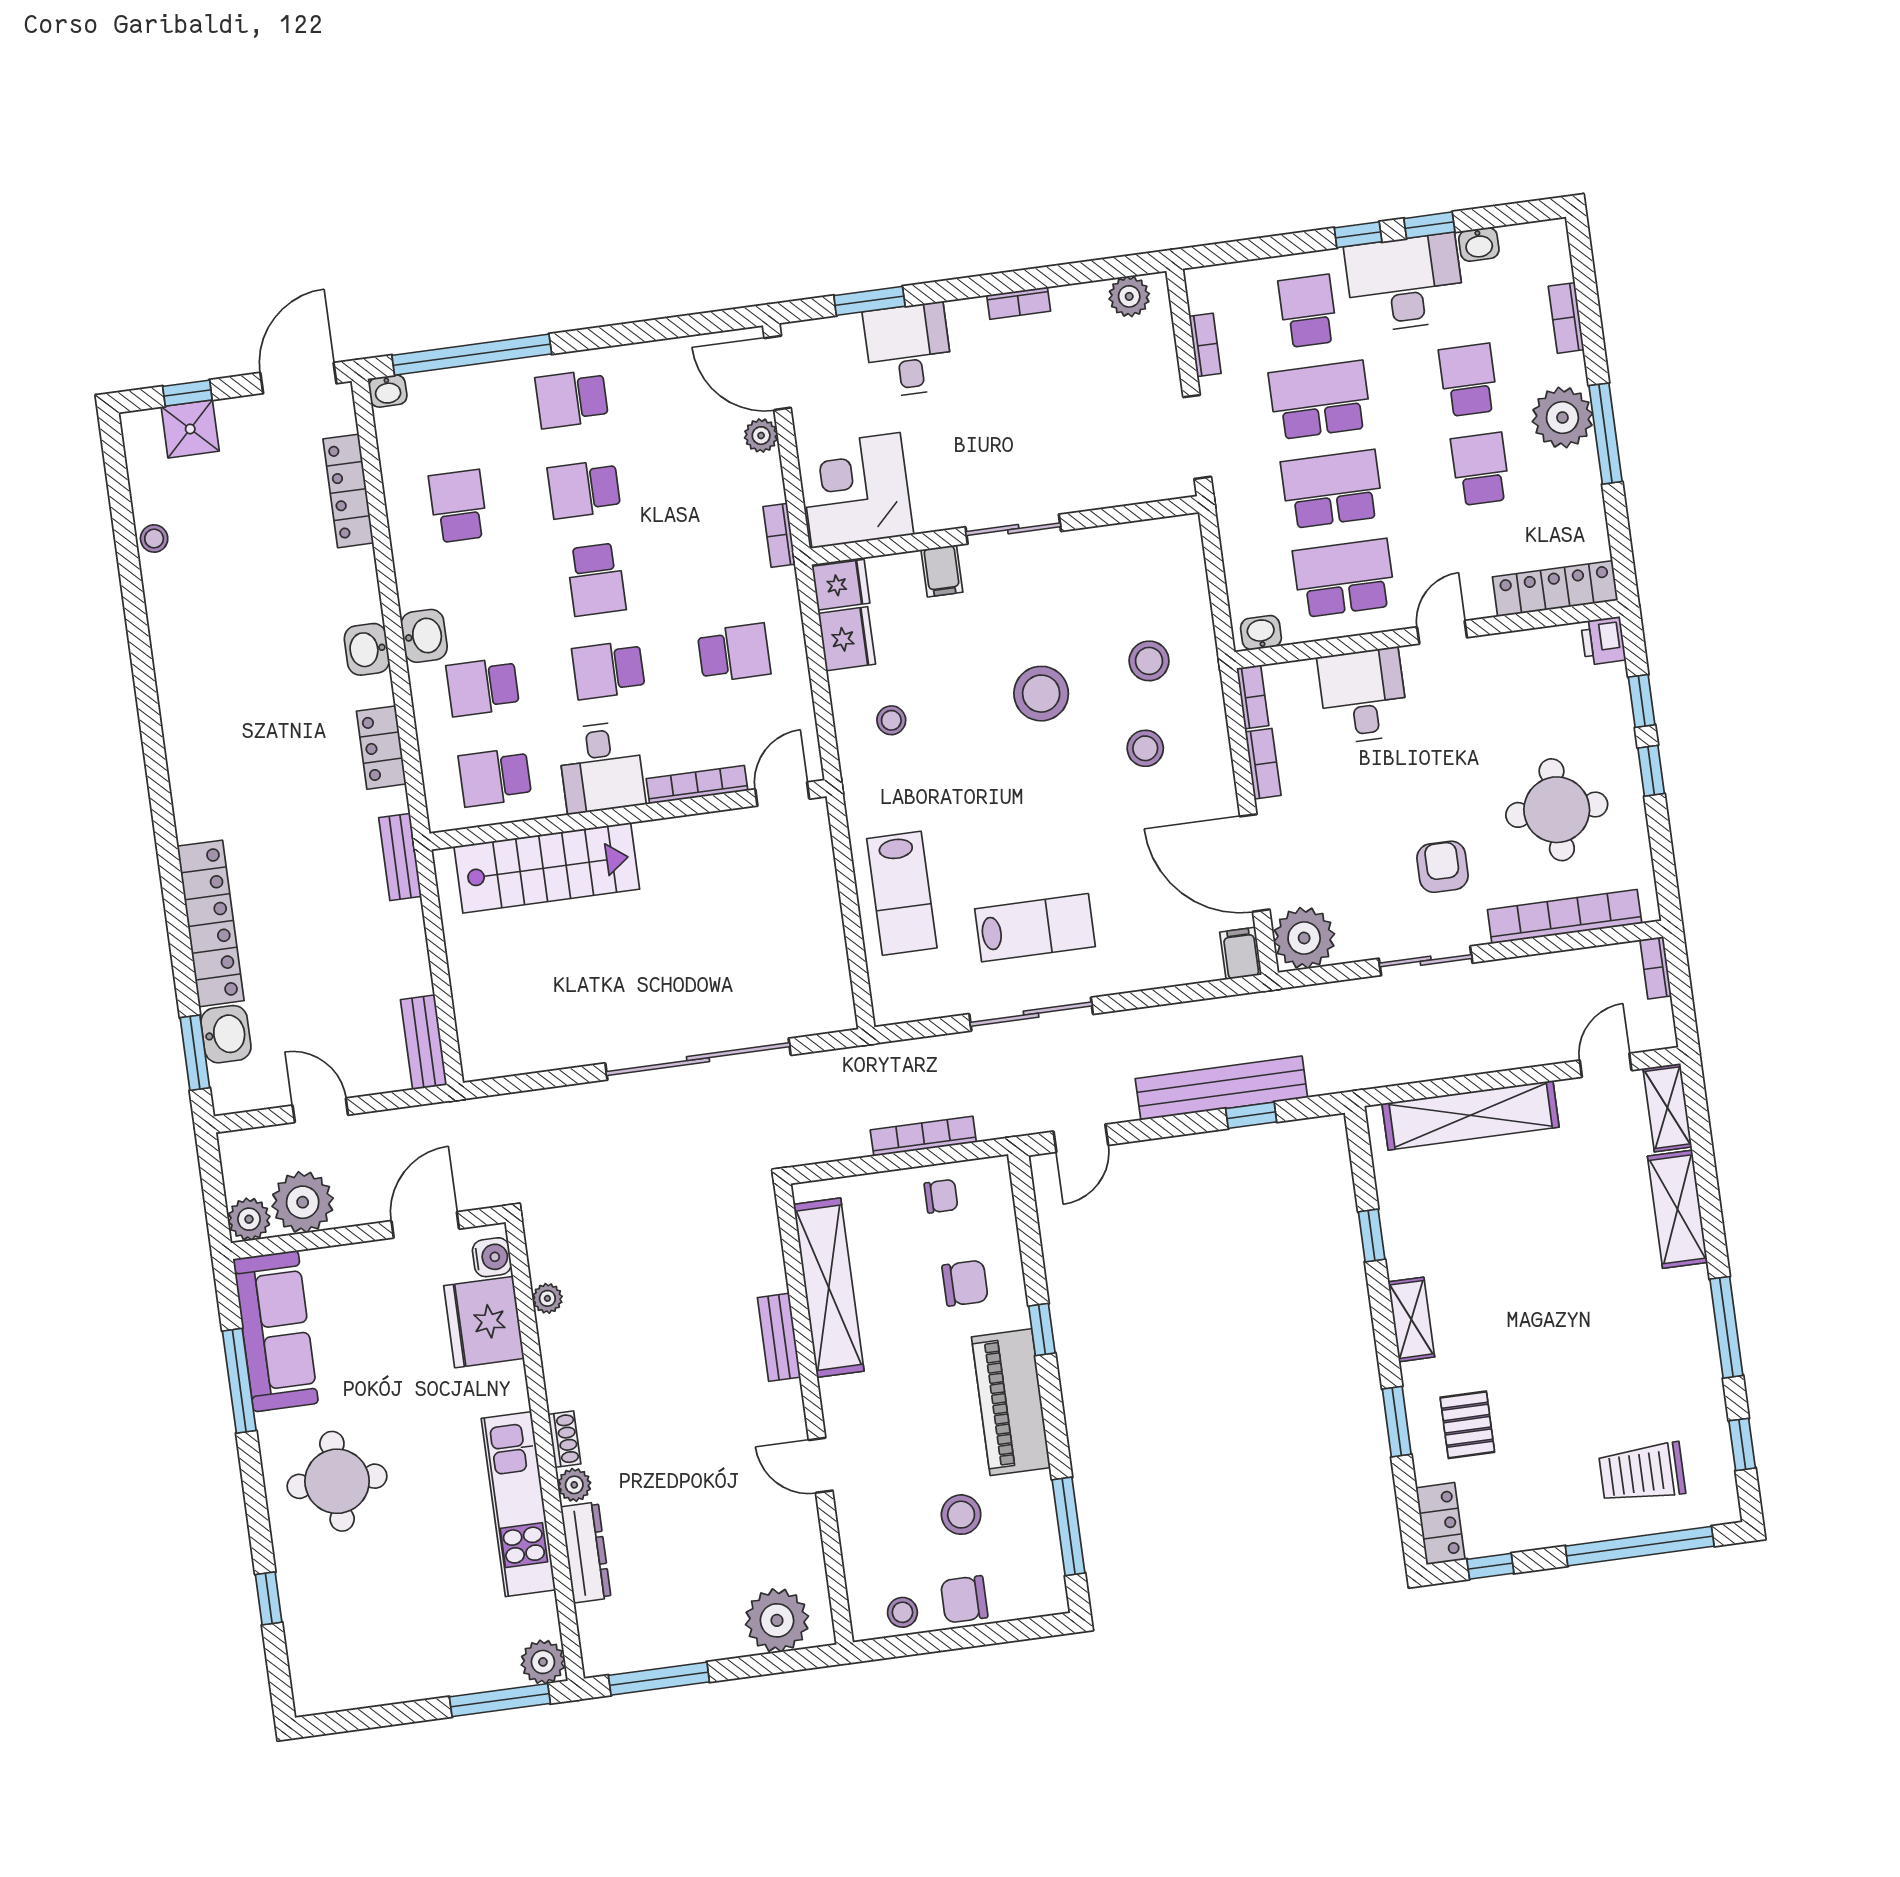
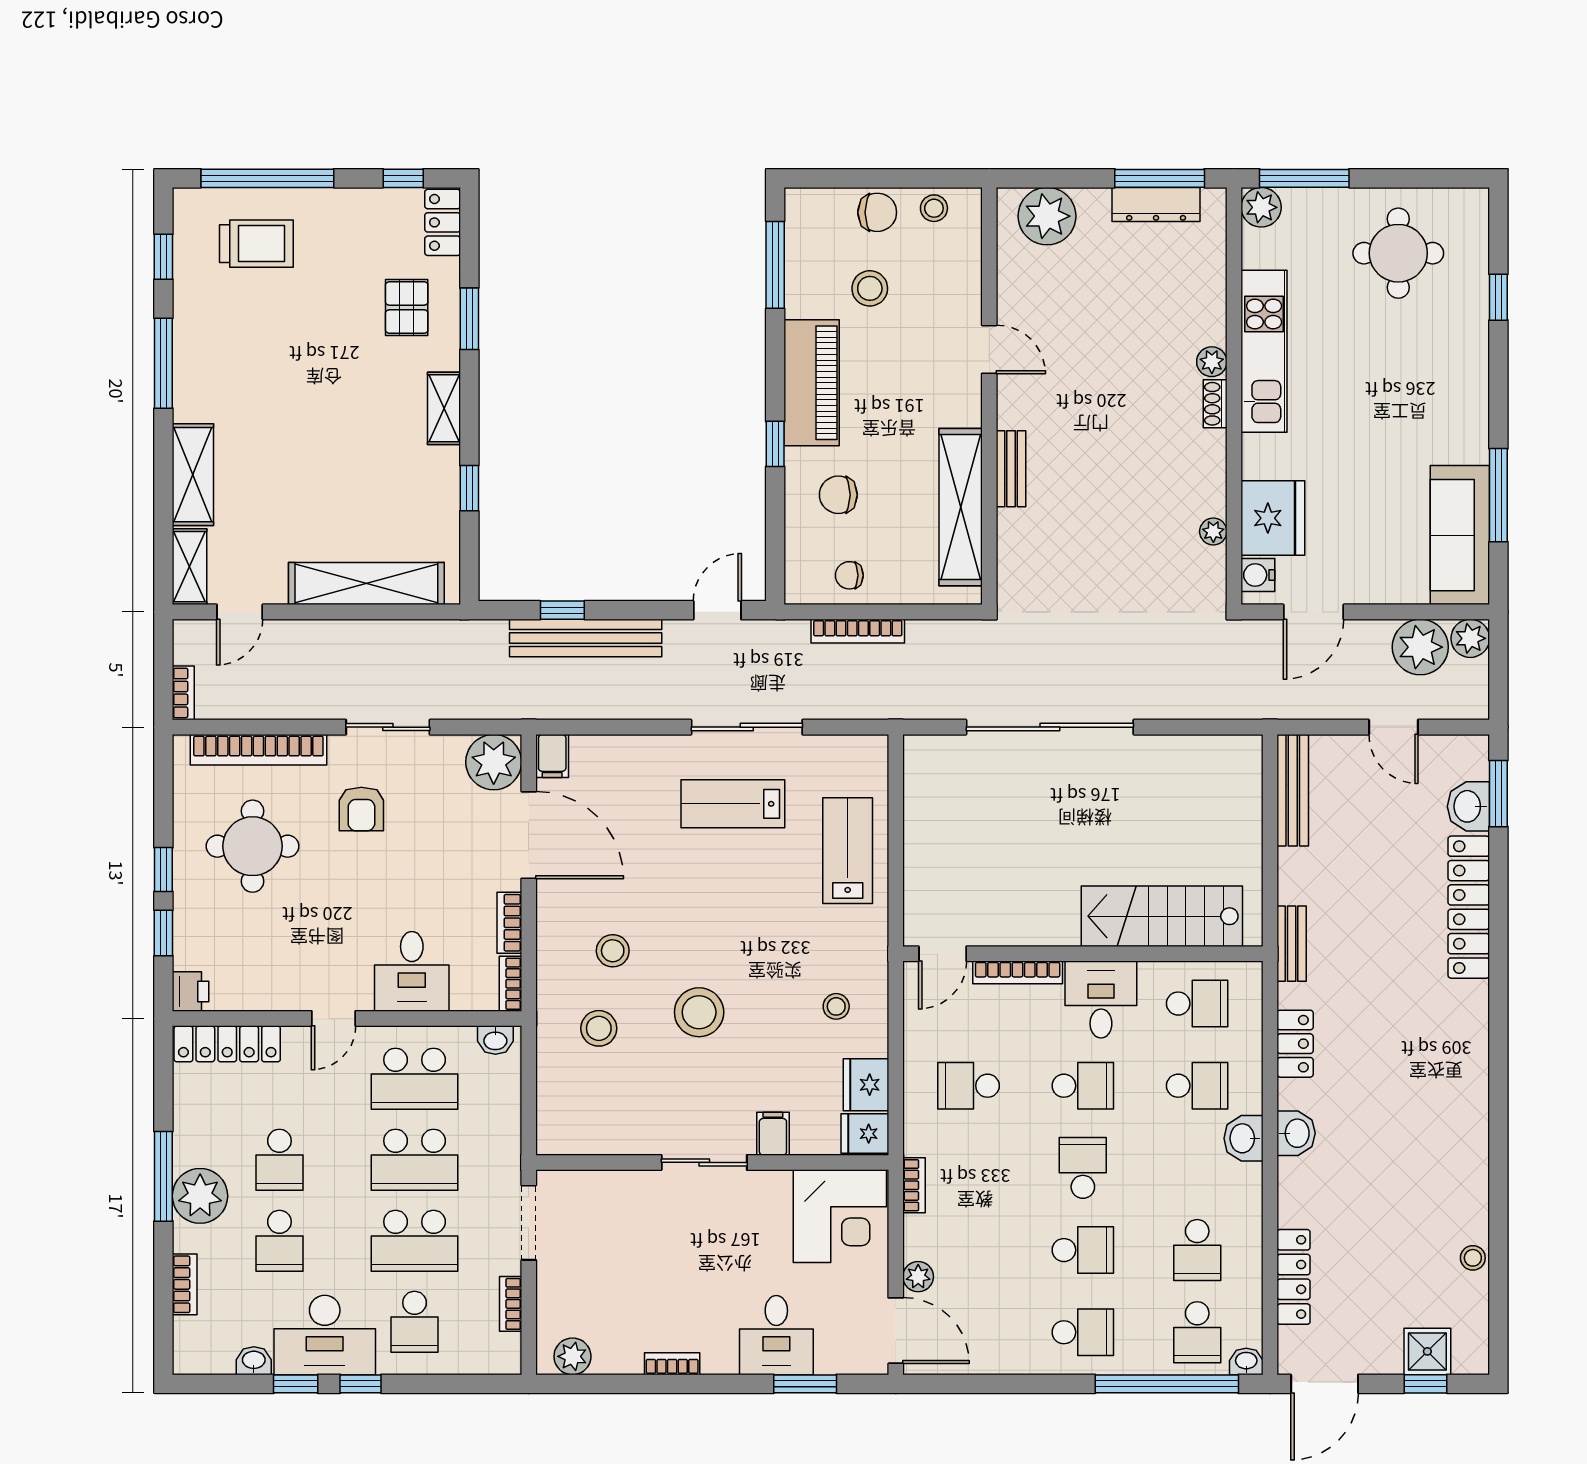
school desk: (446, 416) -> (1197, 1332), added
bench: (424, 1042) -> (1293, 790), width x1.36
round table: (337, 1481) -> (1398, 253), moved
dresser: (586, 1552) -> (1156, 204), moved, turned -90

